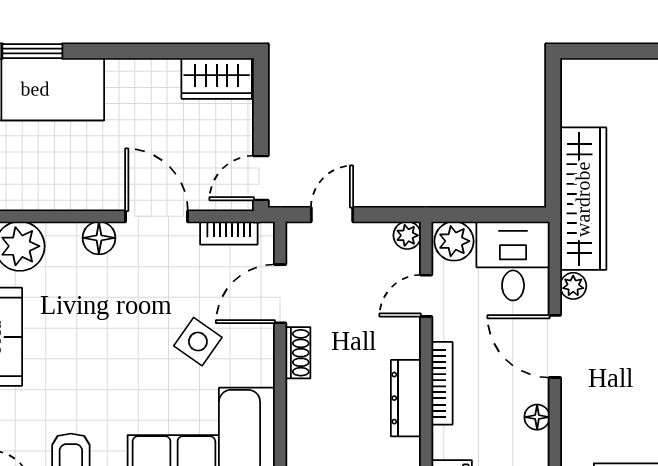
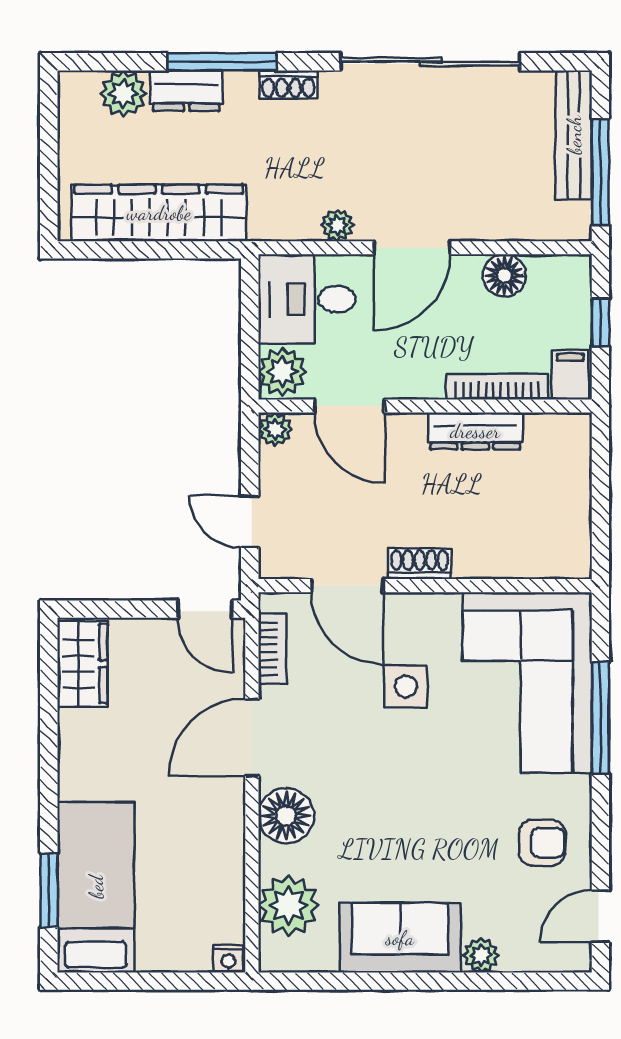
wardrobe: (583, 199) -> (159, 213), moved
floor lamp: (99, 238) -> (286, 816), width x1.38, depth x1.38
door: (426, 296) -> (350, 406), width x1.38
side table: (198, 342) -> (406, 687), turned -35
bookcase: (442, 383) -> (497, 387), moved
floor lamp: (537, 417) -> (504, 276), width x1.37, depth x1.37

